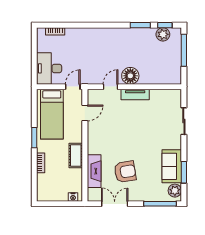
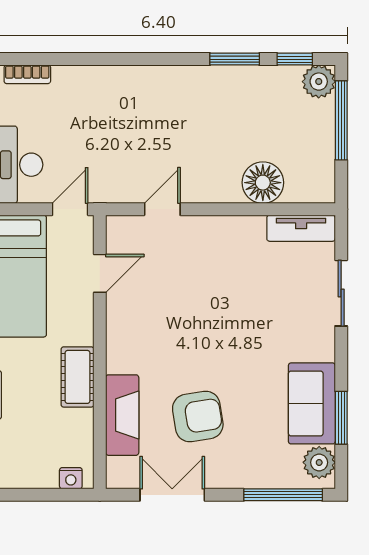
plant: (163, 34) -> (319, 82), moved
floor lamp: (130, 76) -> (263, 183), moved
tv unit: (135, 94) -> (301, 228), moved

